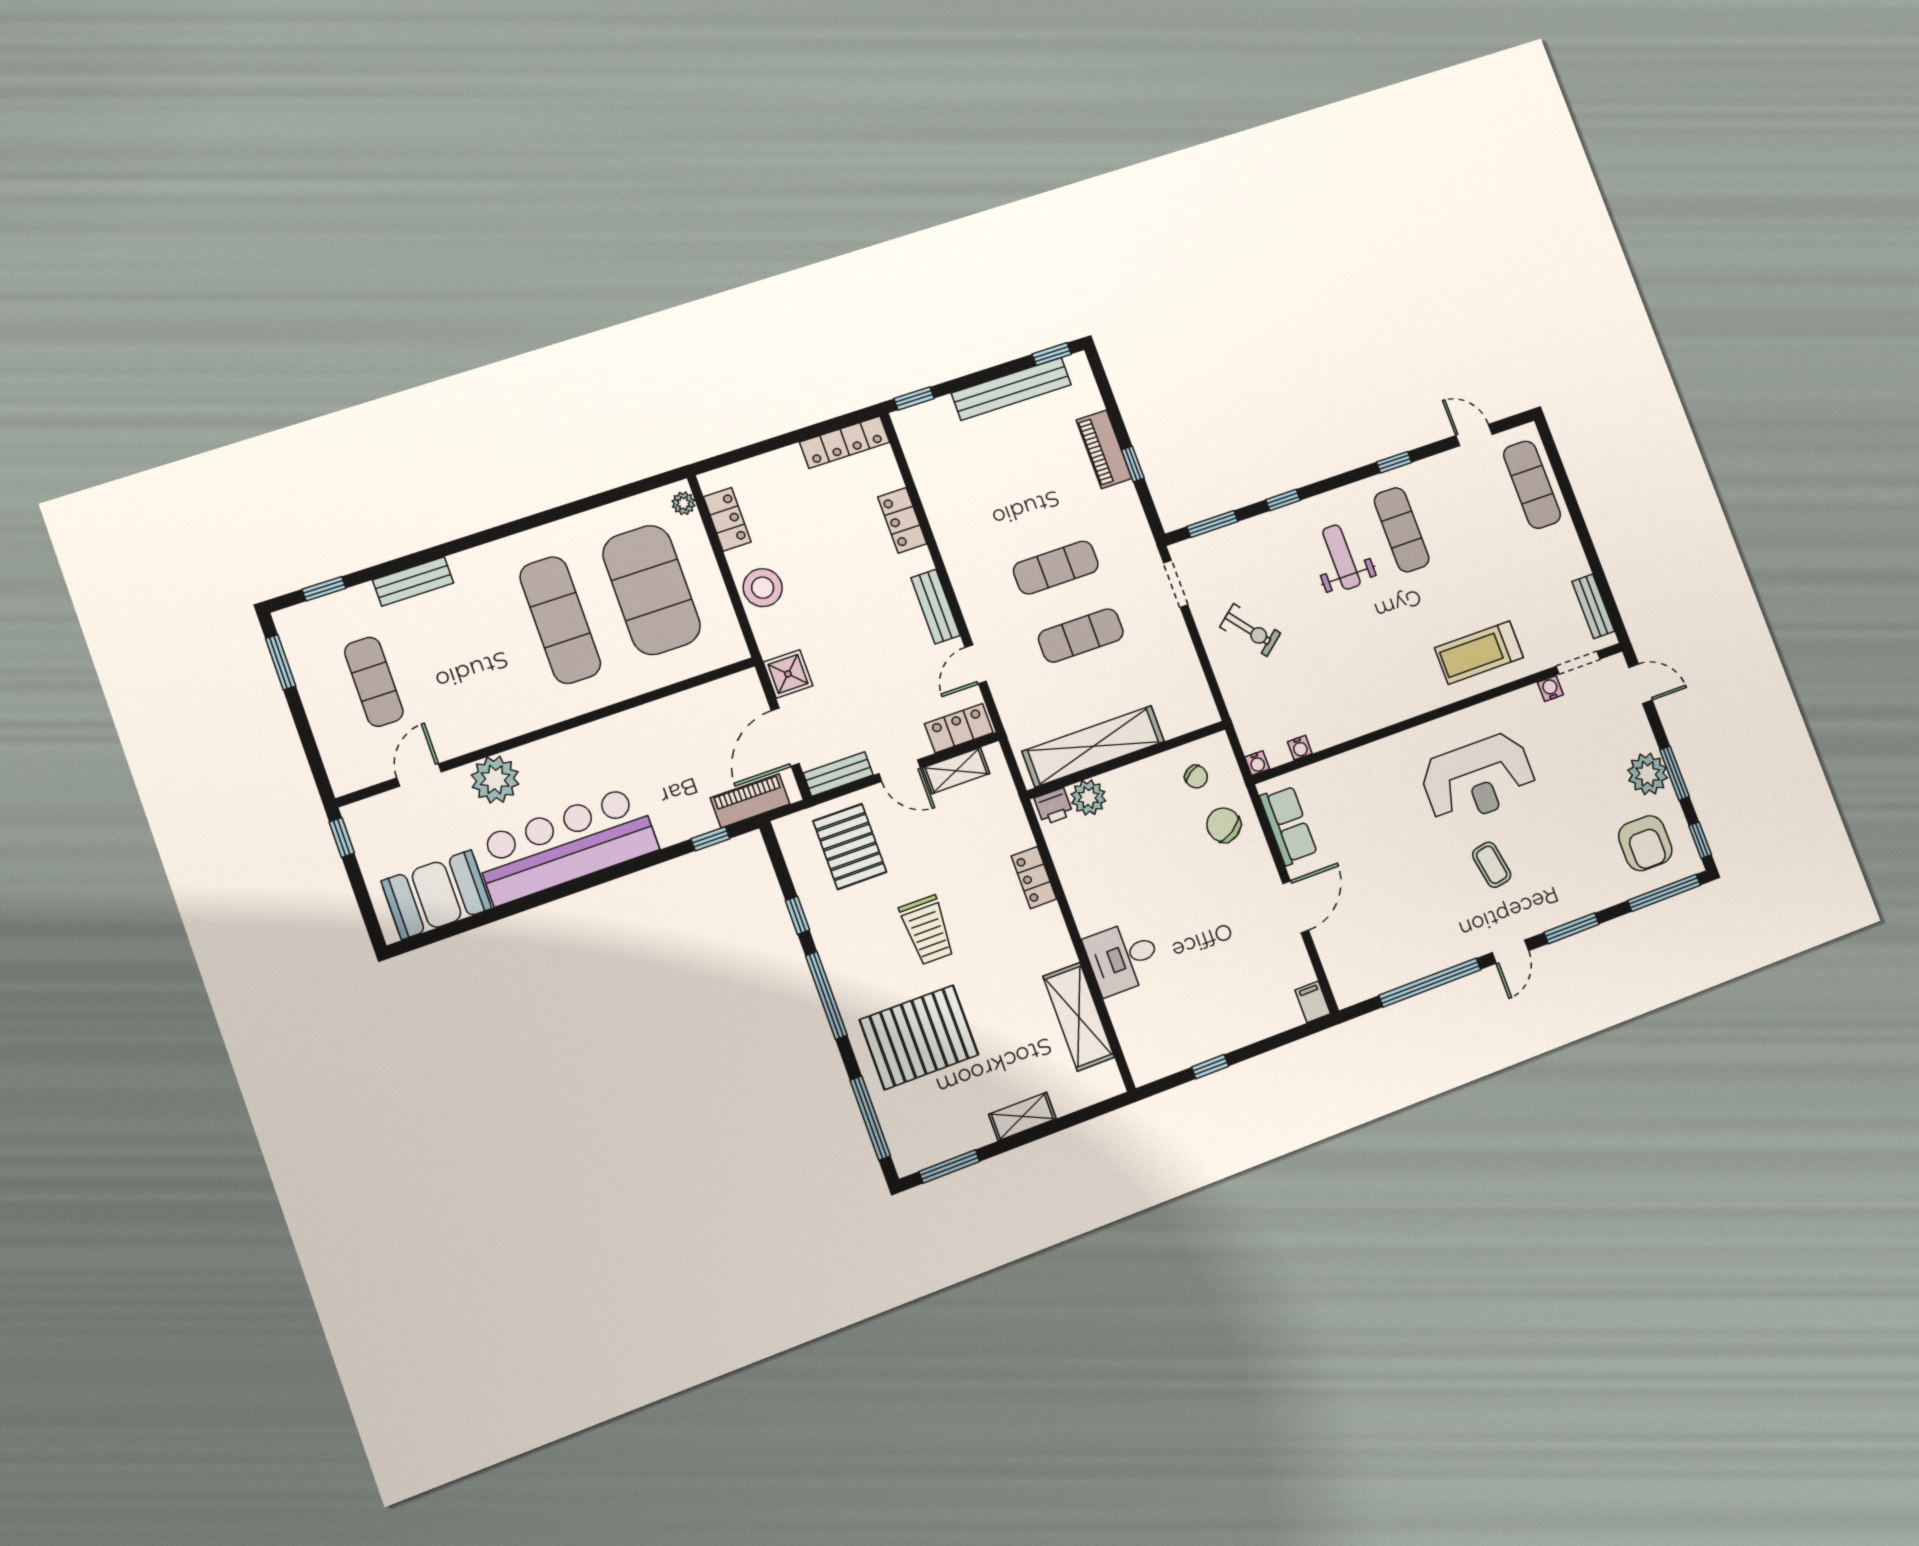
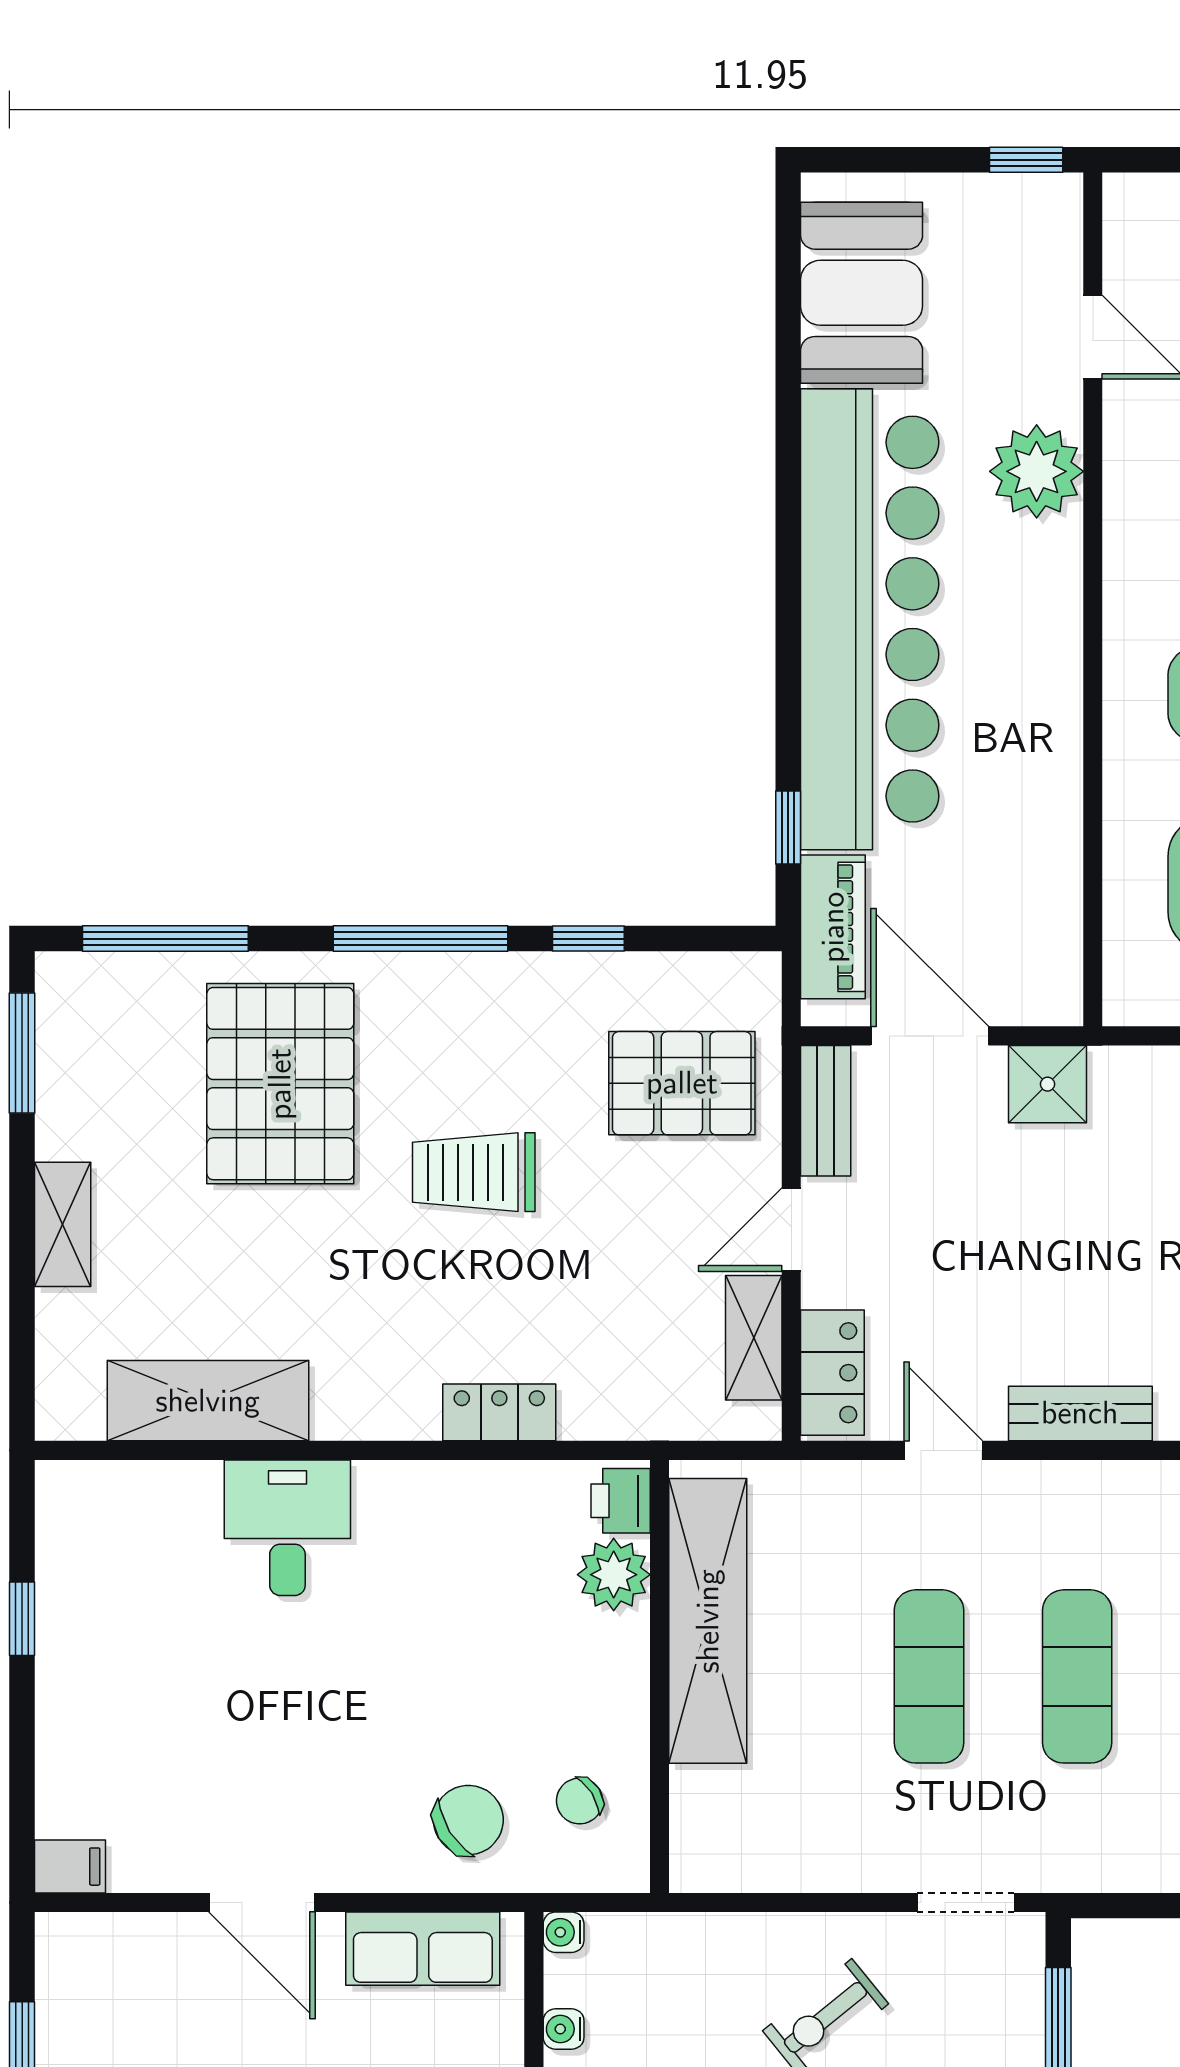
bar counter: (566, 845) -> (870, 619), width x1.36

